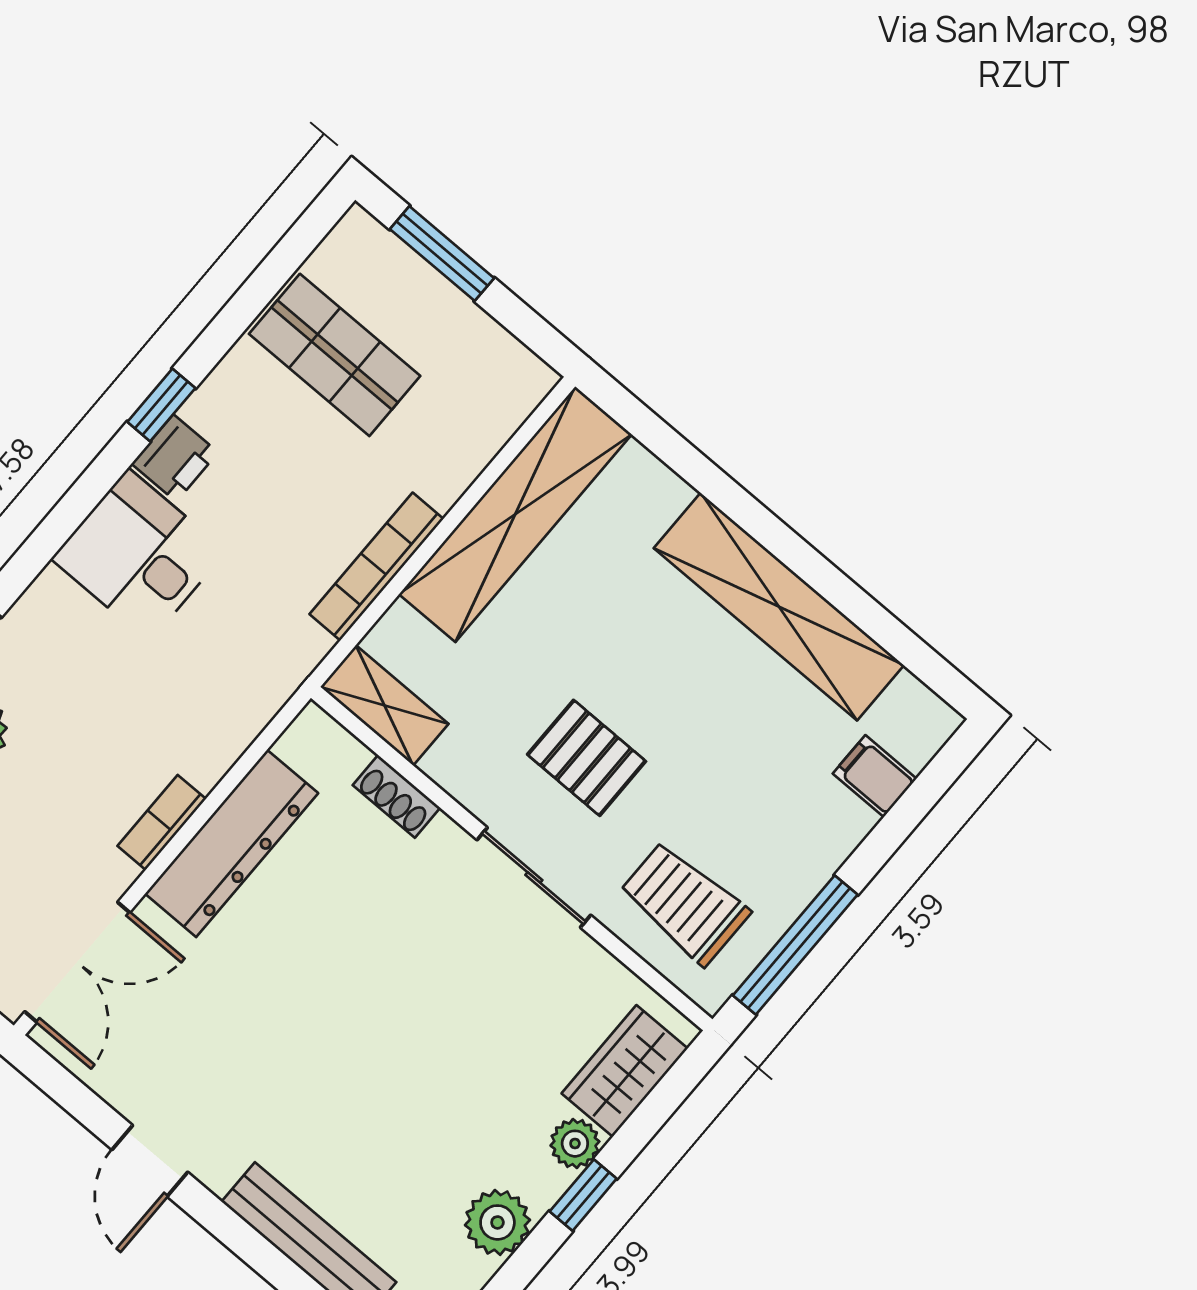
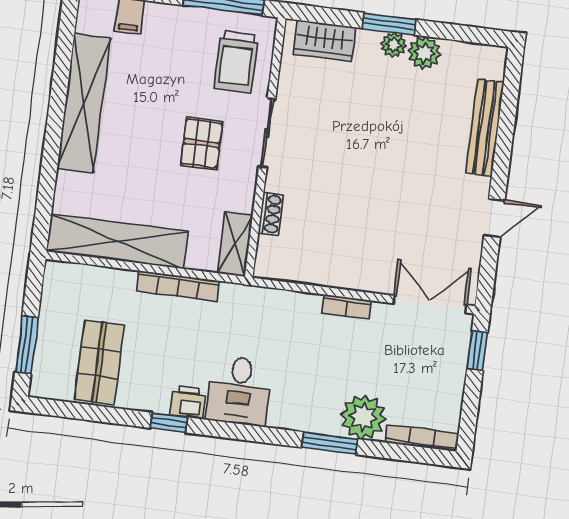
dresser: (232, 843) -> (336, 271), removed
plant: (575, 1144) -> (394, 45), moved
window: (583, 1195) -> (389, 24), width x1.50

